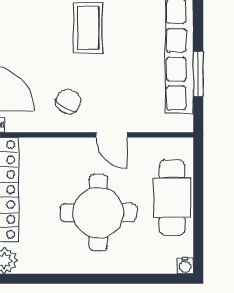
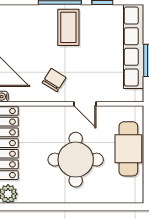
water cooler: (185, 266) -> (138, 198), removed

